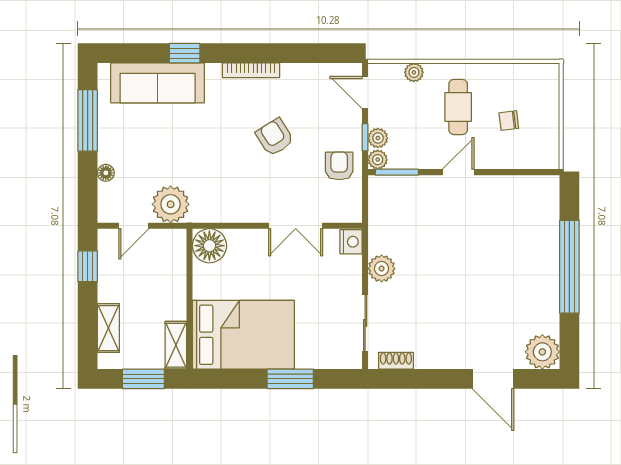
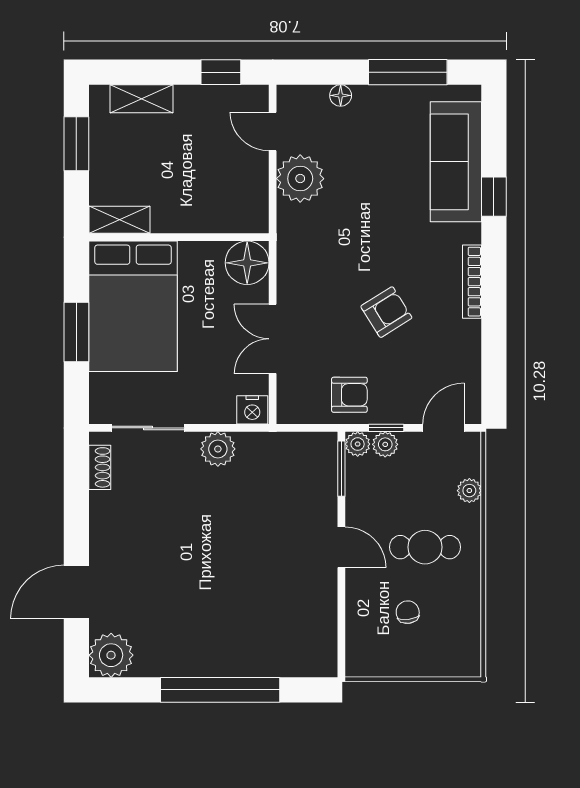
floor lamp: (209, 246) -> (247, 263), moved
wall: (190, 299) -> (179, 237), moved
bed: (243, 335) -> (133, 306), moved
shelving: (176, 345) -> (120, 220), moved

